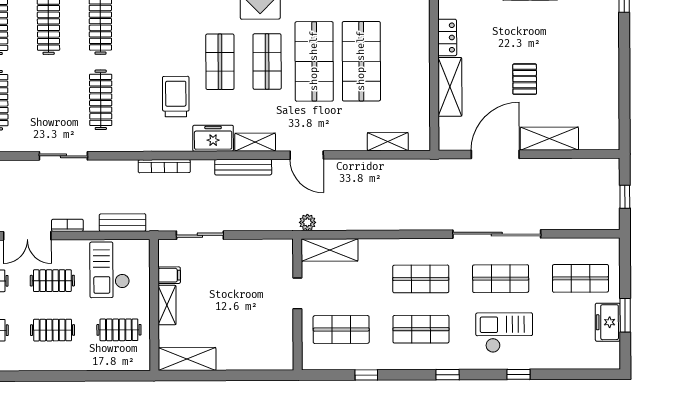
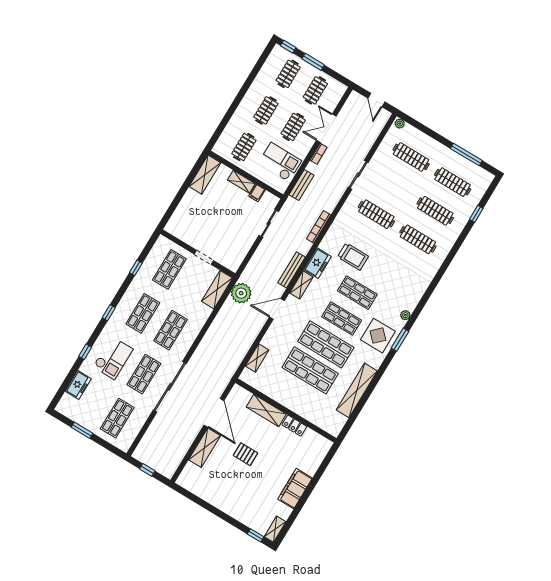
plant: (307, 222) -> (241, 293), width x1.87, depth x1.87
freezer: (608, 322) -> (78, 385), moved, turned 90

